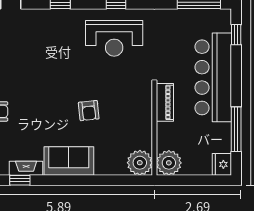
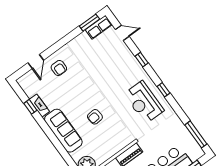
sofa: (69, 161) -> (63, 131), width x1.36

